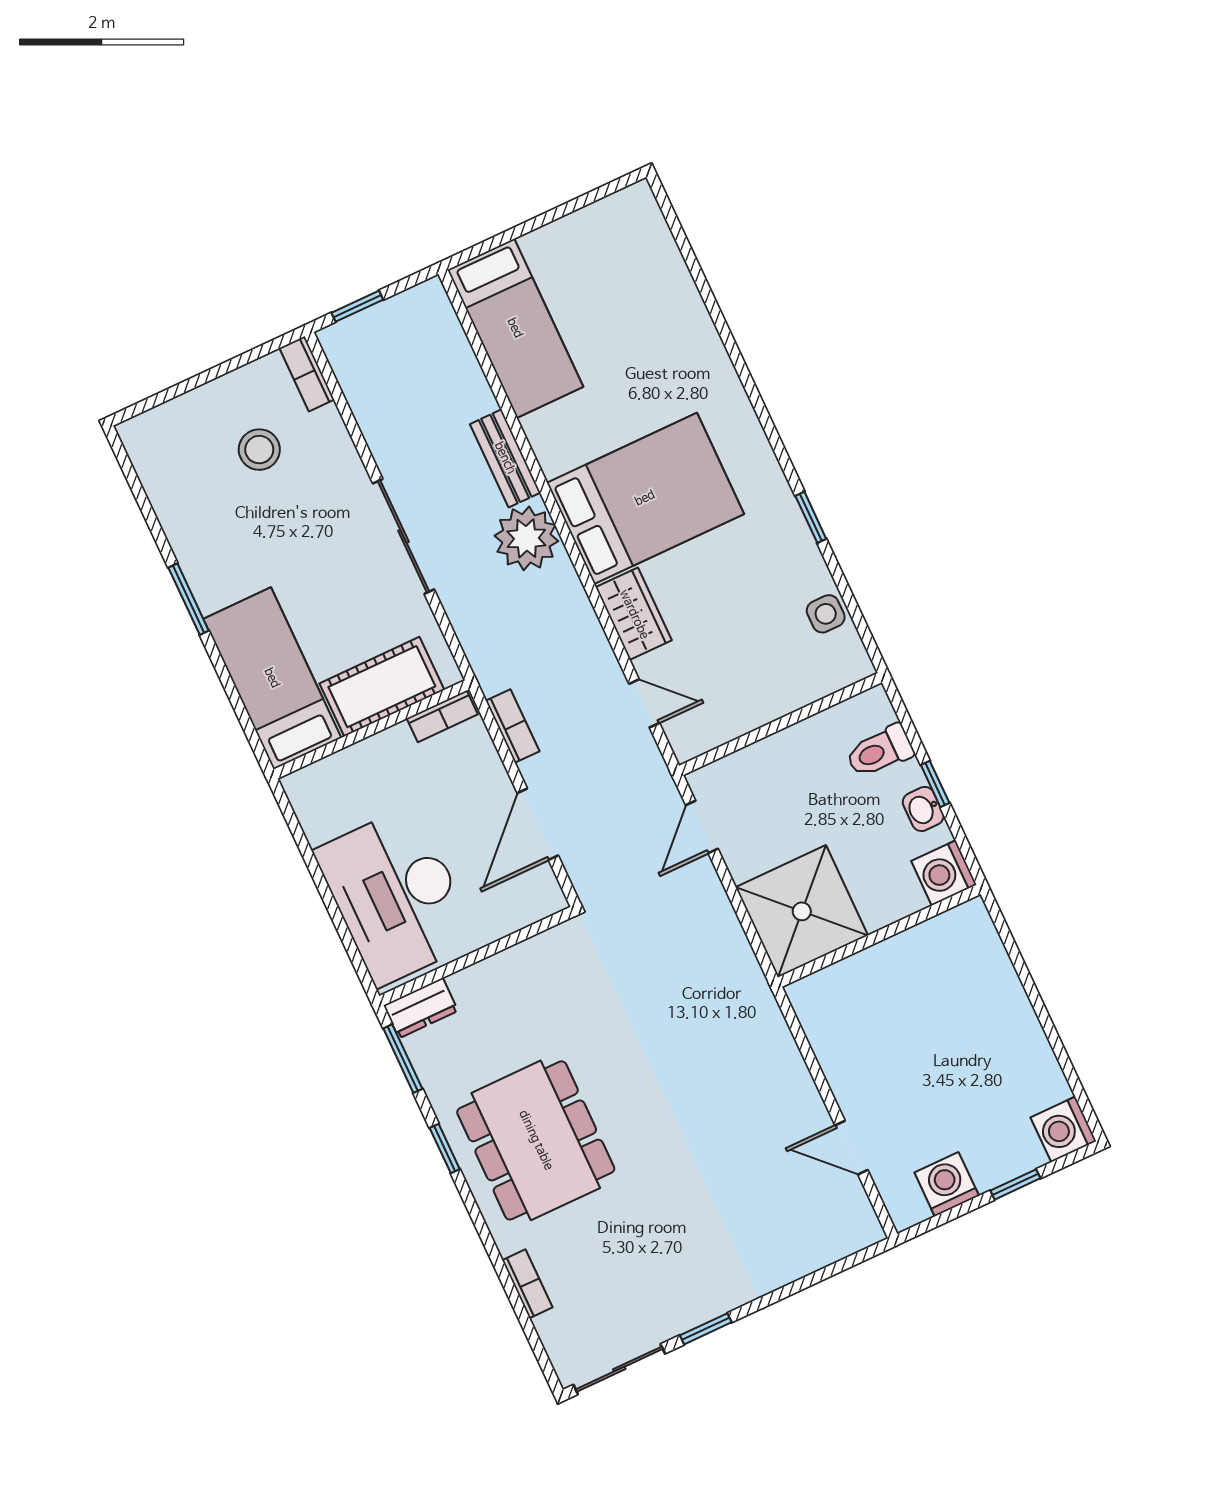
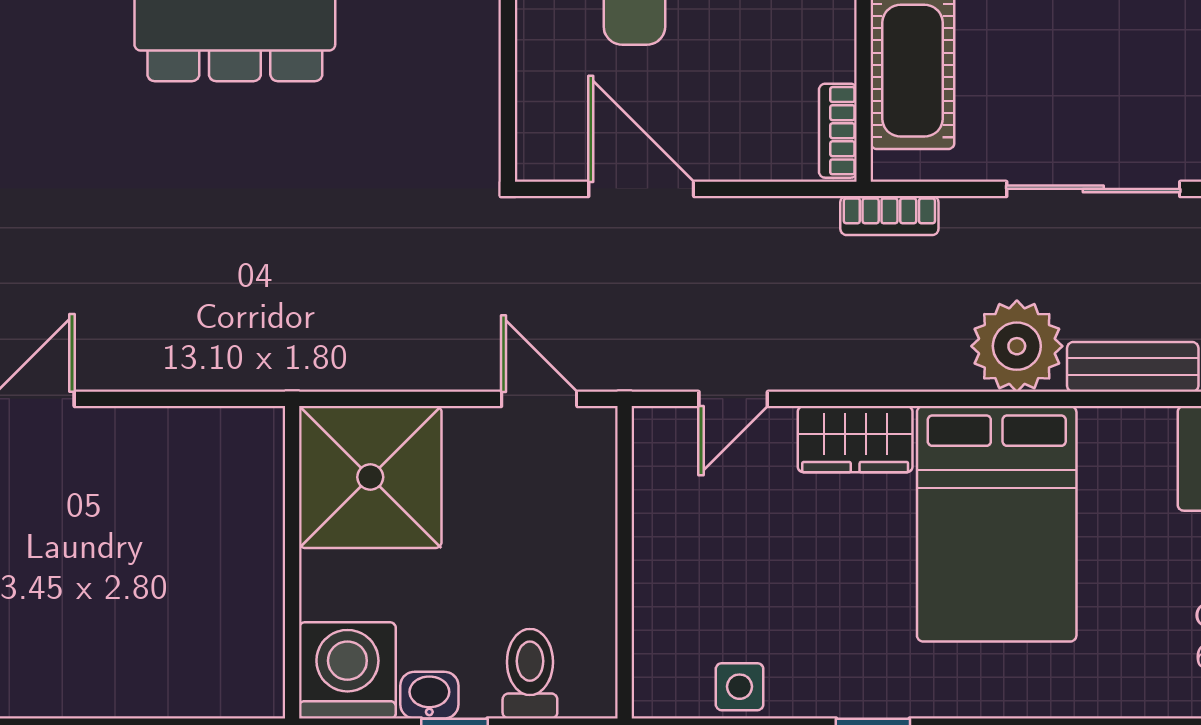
bookcase: (513, 726) -> (889, 216), moved
washing machine: (944, 873) -> (347, 670), width x1.37, depth x1.37

